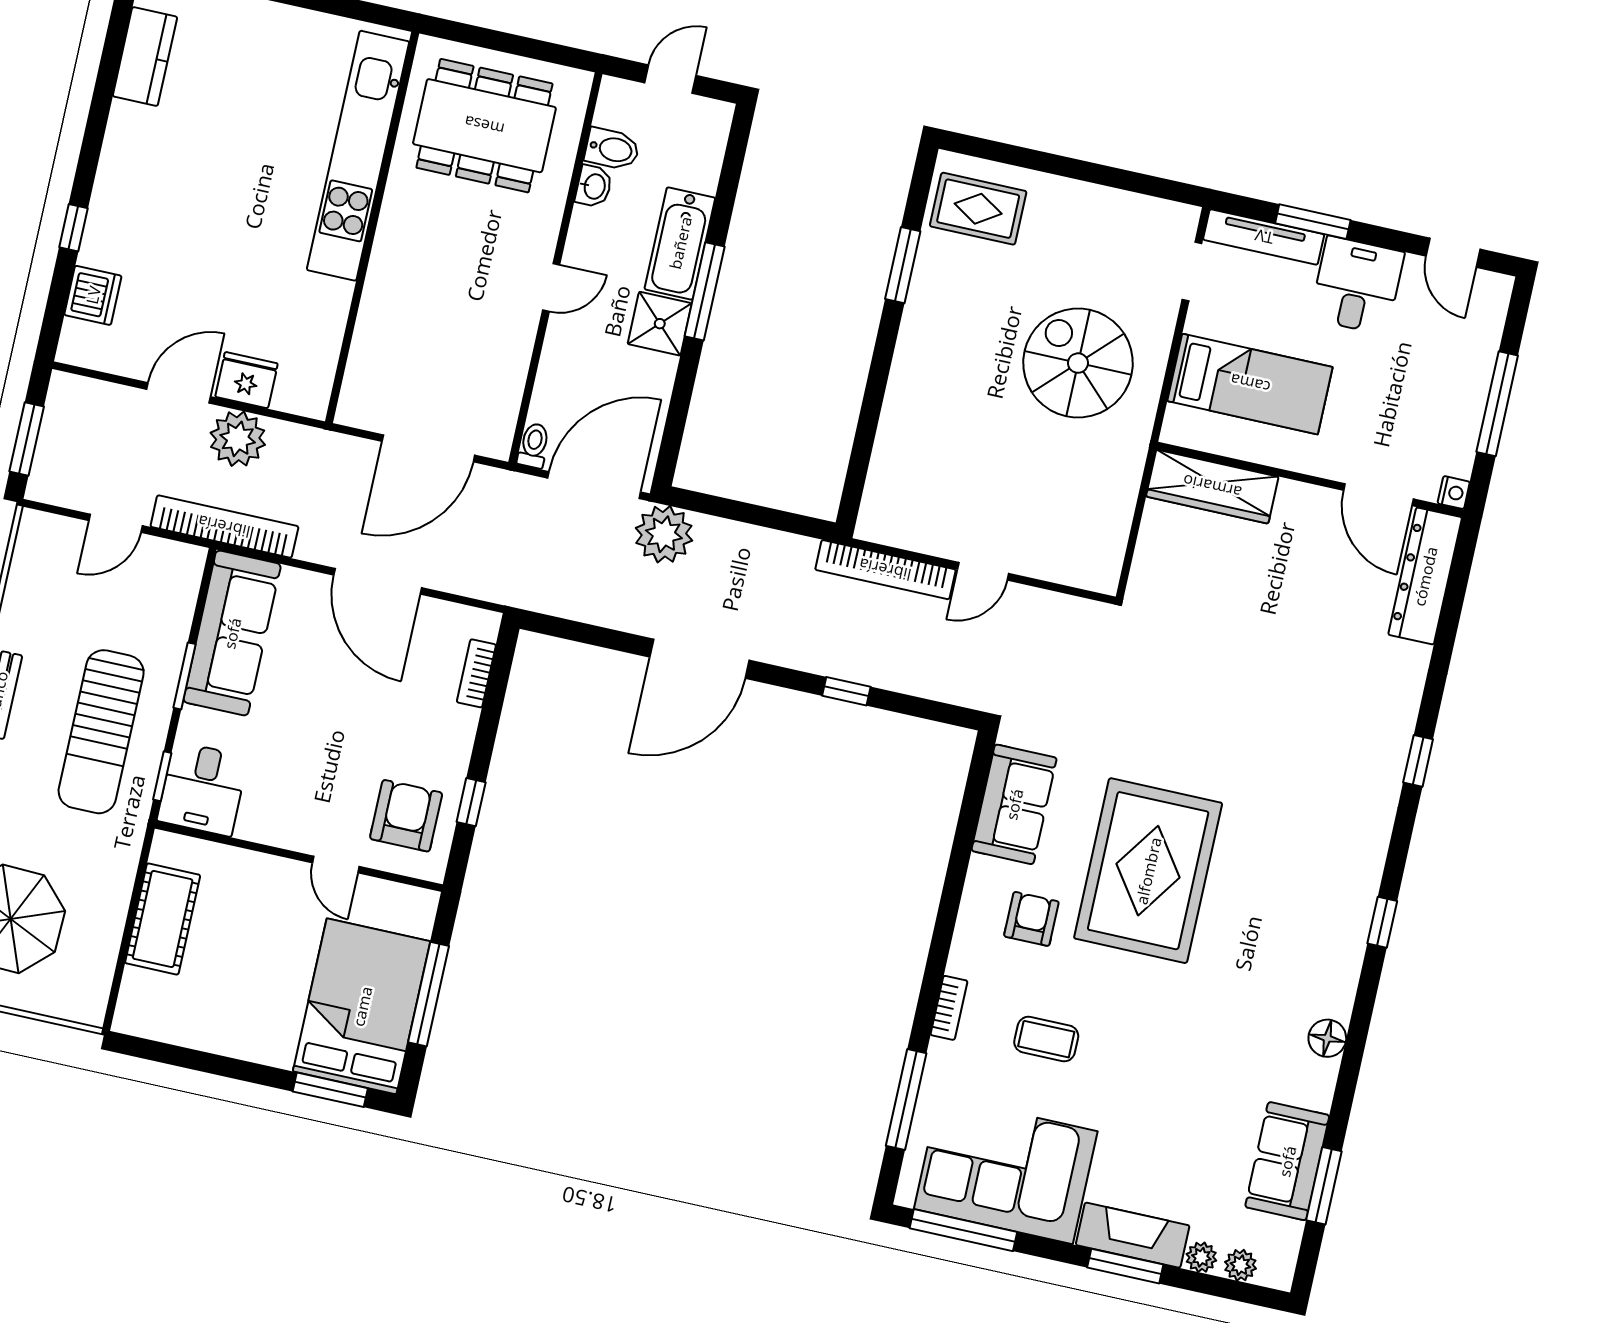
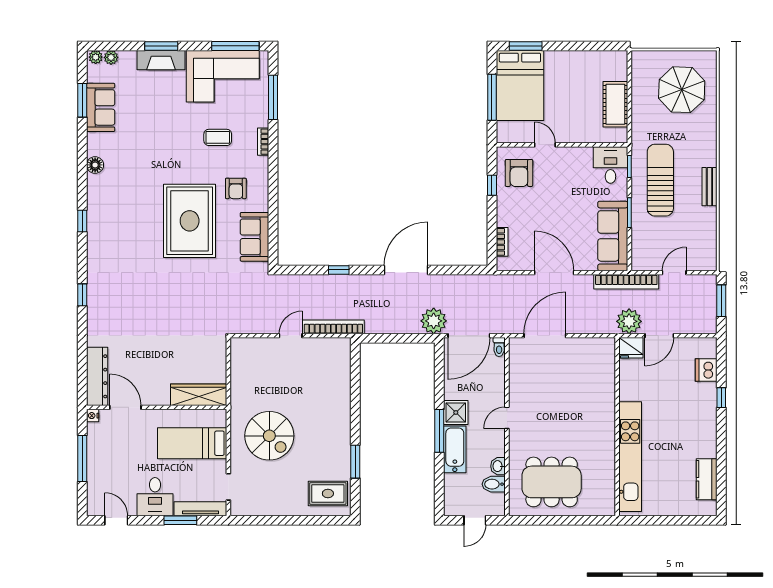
kitchen unit: (358, 156) -> (630, 457), moved
wall: (372, 227) -> (617, 427), moved
plant: (1201, 1257) -> (96, 57), moved

